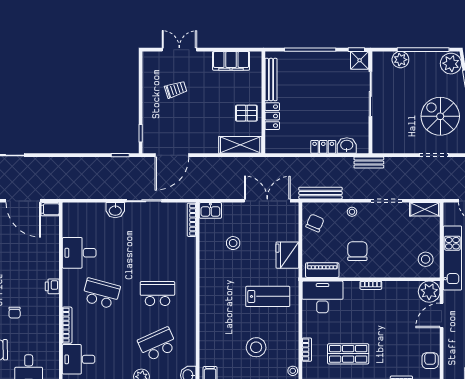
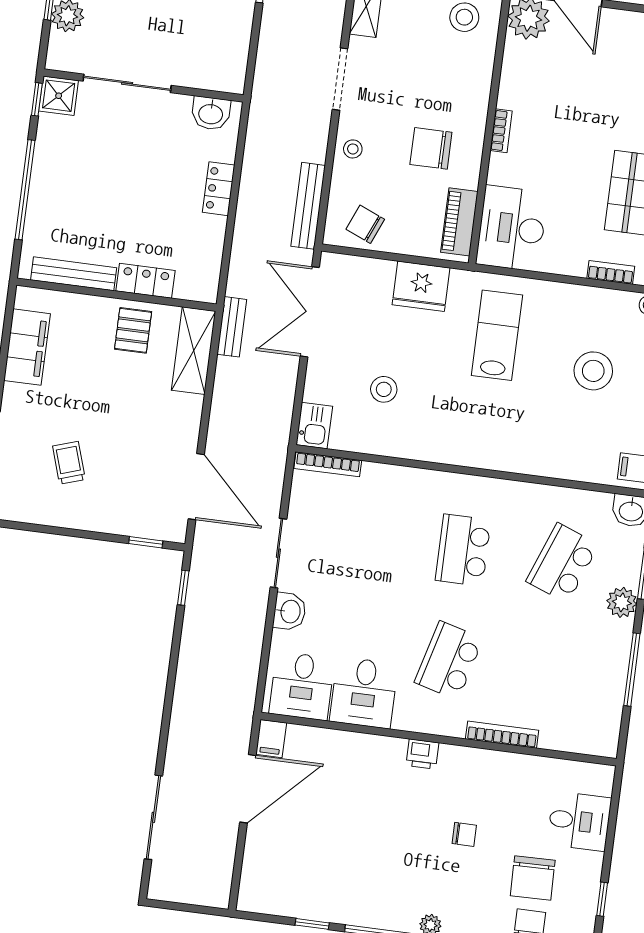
washbasin: (347, 146) -> (211, 113), moved, turned -90
bench: (369, 162) -> (232, 327), moved
school desk: (157, 344) -> (562, 563), turned 45
desk: (79, 359) -> (302, 686), moved

